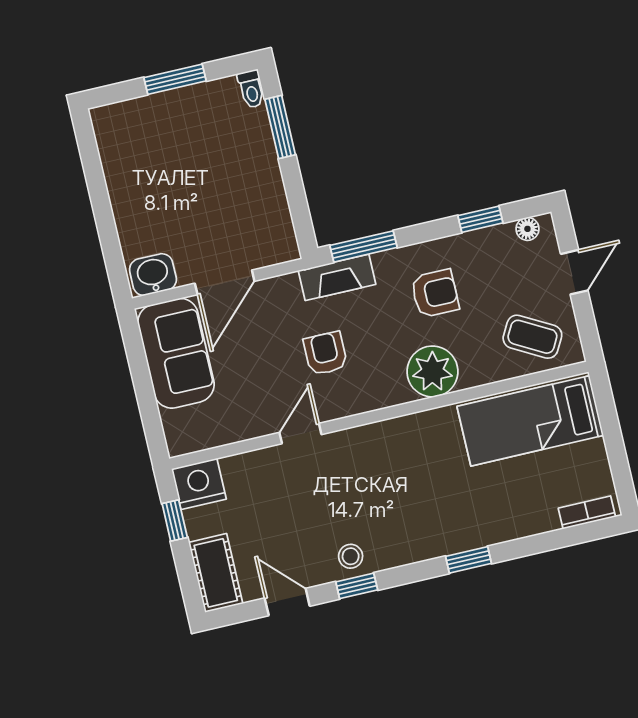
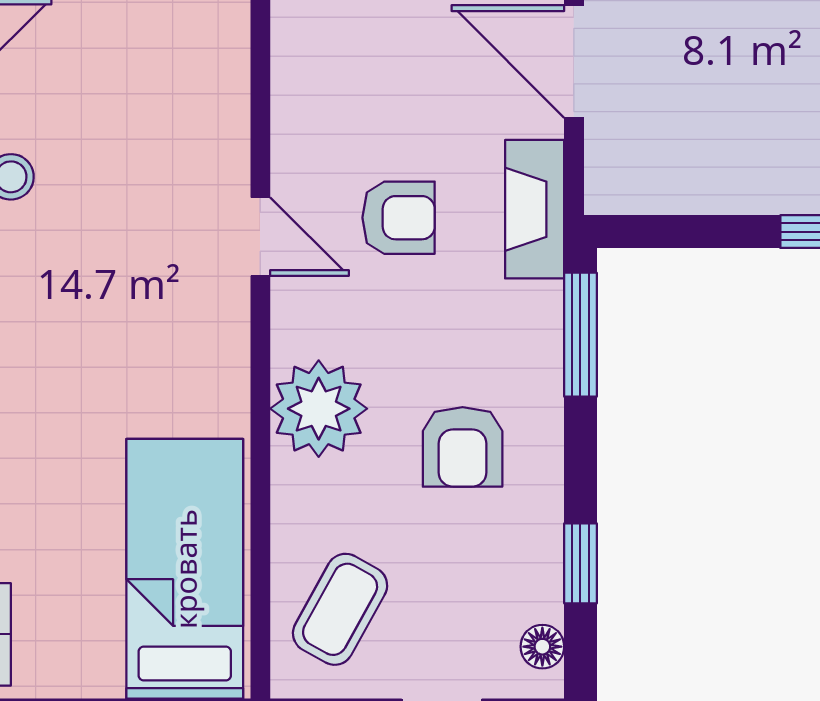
fireplace: (337, 277) -> (535, 209), moved
door: (300, 434) -> (260, 237), moved

